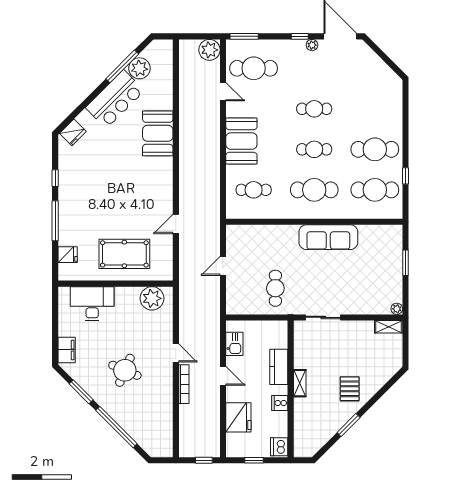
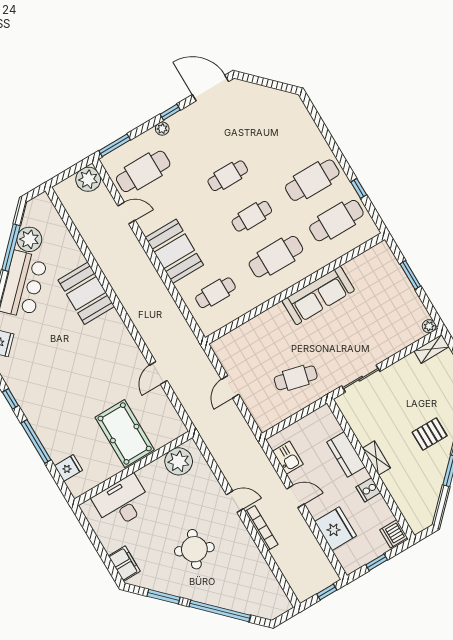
plant: (312, 45) -> (162, 129), moved
pool table: (124, 254) -> (125, 433), turned 90
cafe table: (275, 288) -> (296, 378), turned -76
pallet: (350, 389) -> (430, 434), turned 90

